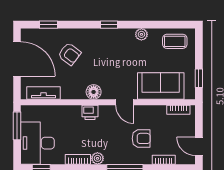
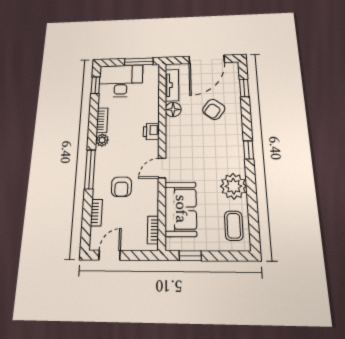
plant: (141, 34) -> (233, 186), width x1.87, depth x1.87
floor lamp: (94, 92) -> (173, 109), moved

